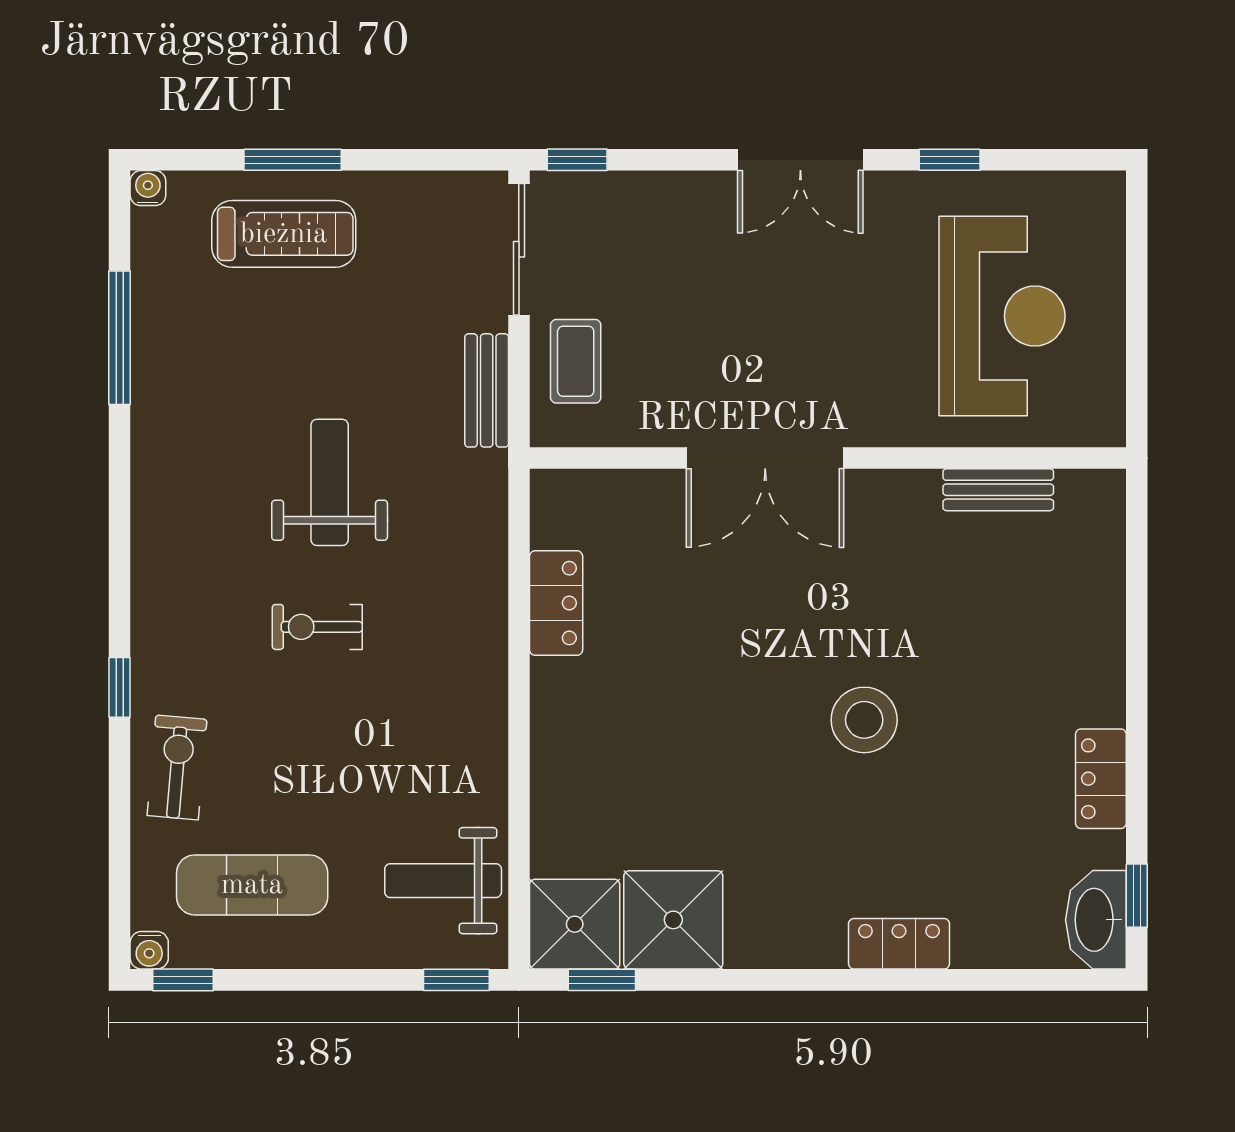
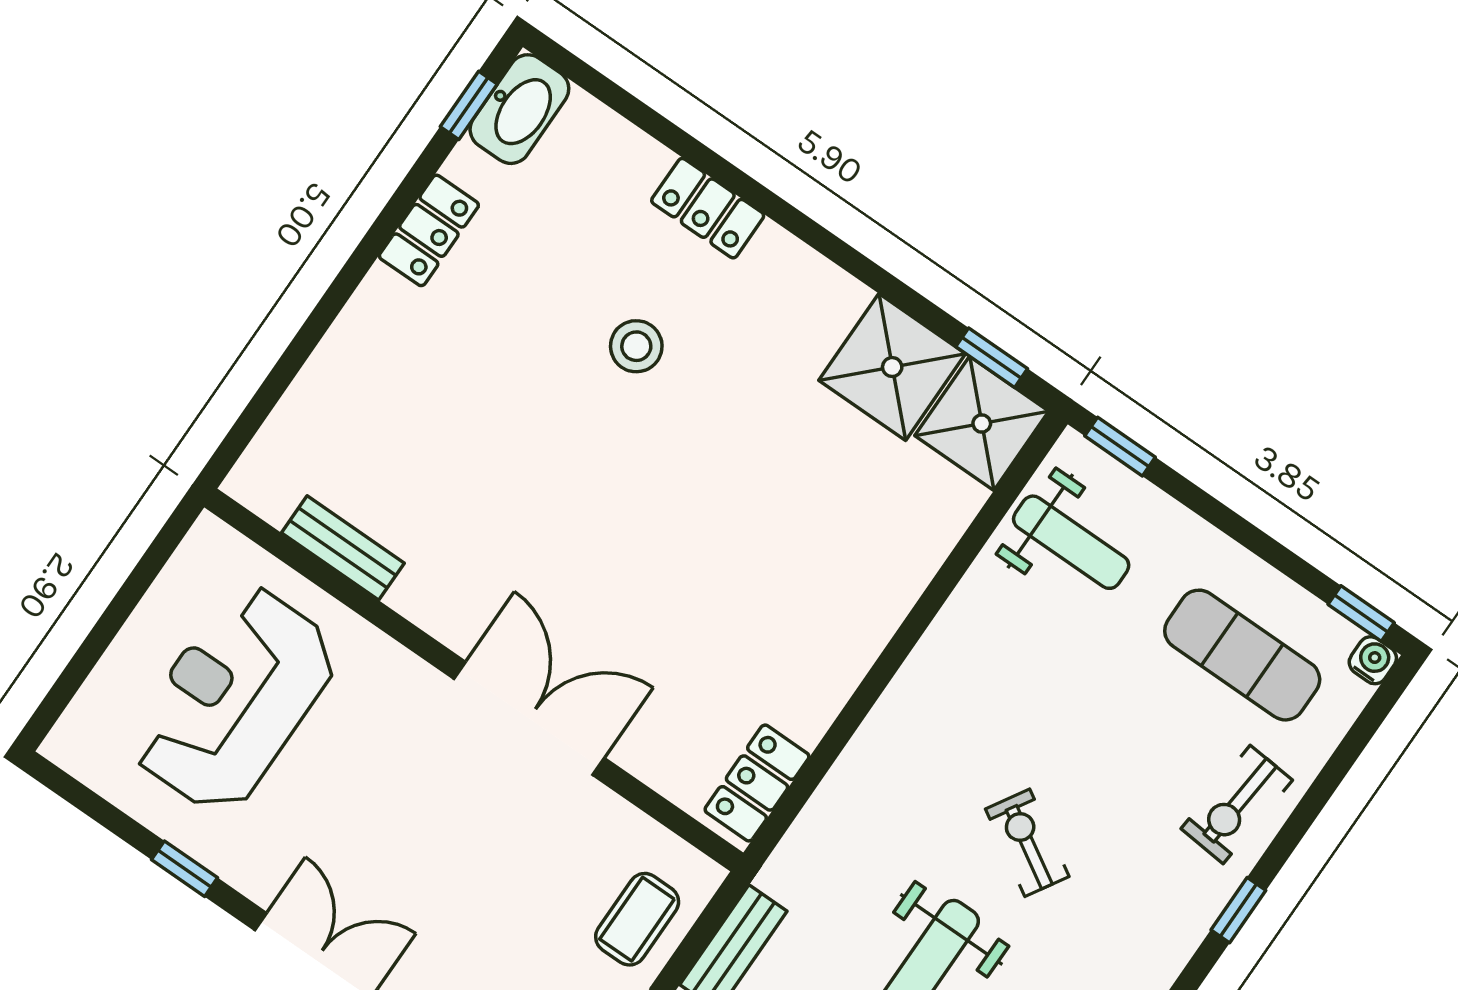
locker: (556, 603) -> (757, 783), moved
exercise bike: (317, 627) -> (1027, 843), turned -149
stool: (864, 720) -> (636, 346), moved, width x0.73, depth x0.73

